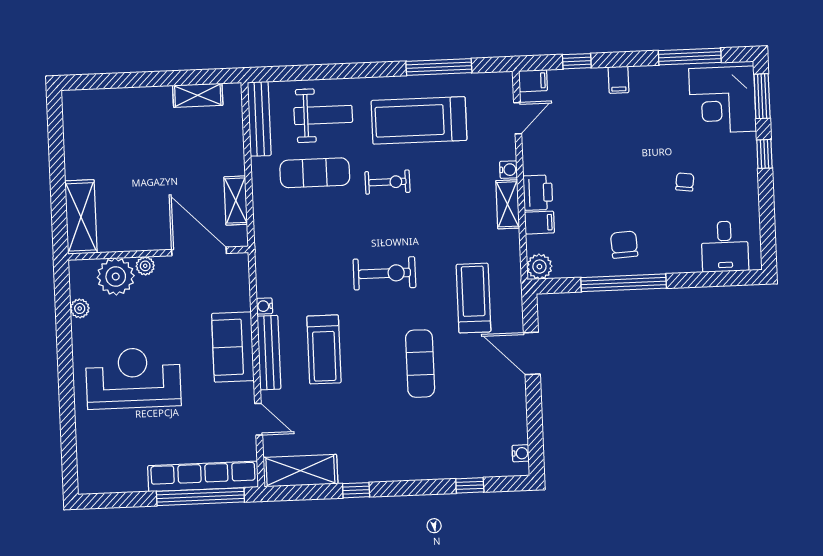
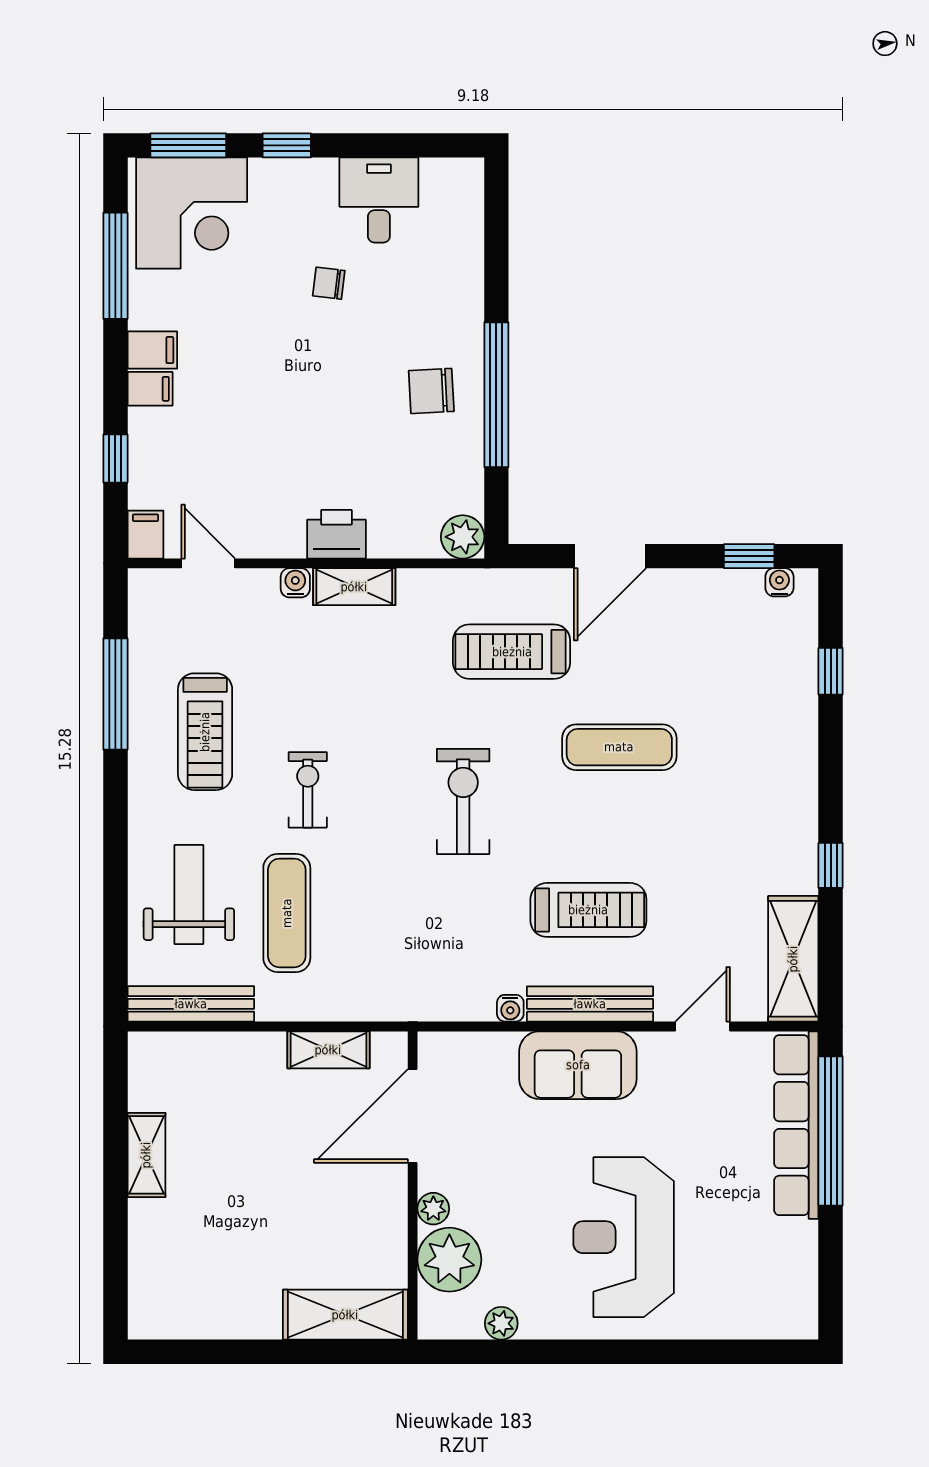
shelving: (198, 95) -> (146, 1155), moved
treadmill: (419, 120) -> (205, 732), width x0.73, depth x0.73
filing cabinet: (539, 223) -> (152, 350), moved, turned 90
desk: (725, 247) -> (379, 200), moved, turned -90
window: (535, 435) -> (749, 556), added

